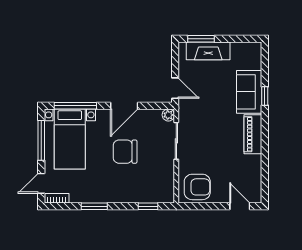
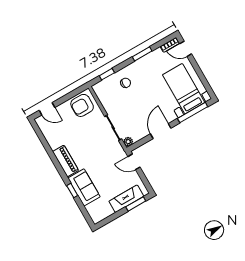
window: (41, 140) -> (202, 77), removed
chair: (125, 152) -> (126, 83), moved, width x0.54, depth x0.54
door: (41, 183) -> (186, 49), swing flipped

